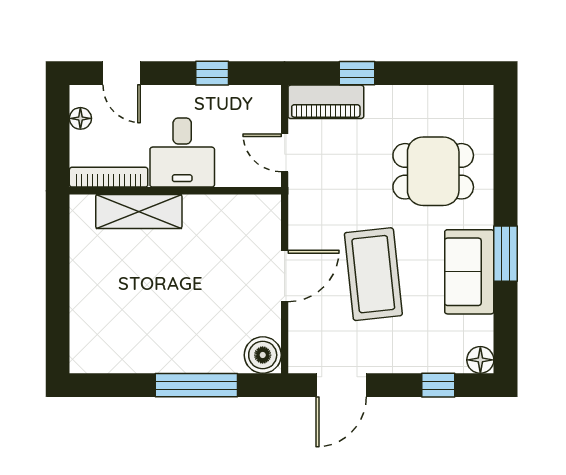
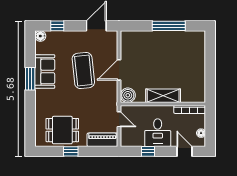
window: (357, 73) -> (71, 151), moved
desk: (182, 153) -> (158, 133), moved, turned 180
dining table: (433, 171) -> (62, 130), moved
shelving: (139, 211) -> (163, 96), moved
boiler: (263, 355) -> (128, 95), moved
window: (196, 385) -> (169, 26), moved

